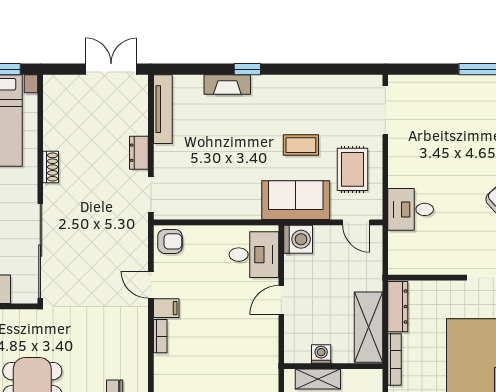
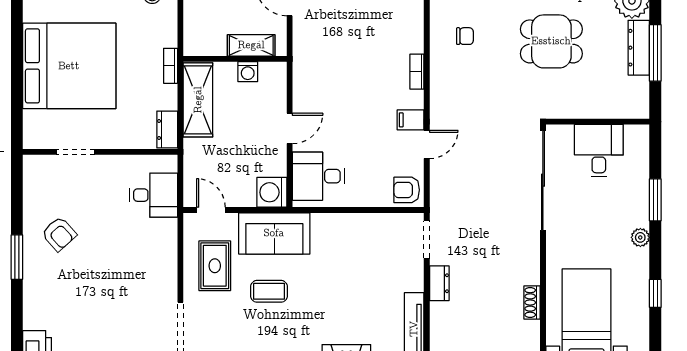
shoe rack: (51, 167) -> (532, 302), moved
desk: (411, 209) -> (154, 195), moved
door: (151, 285) -> (427, 144), hinge flipped
dresser: (398, 307) -> (167, 130), width x0.70
bookcase: (160, 336) -> (417, 72), moved
bookcase: (395, 360) -> (171, 66), width x0.64

